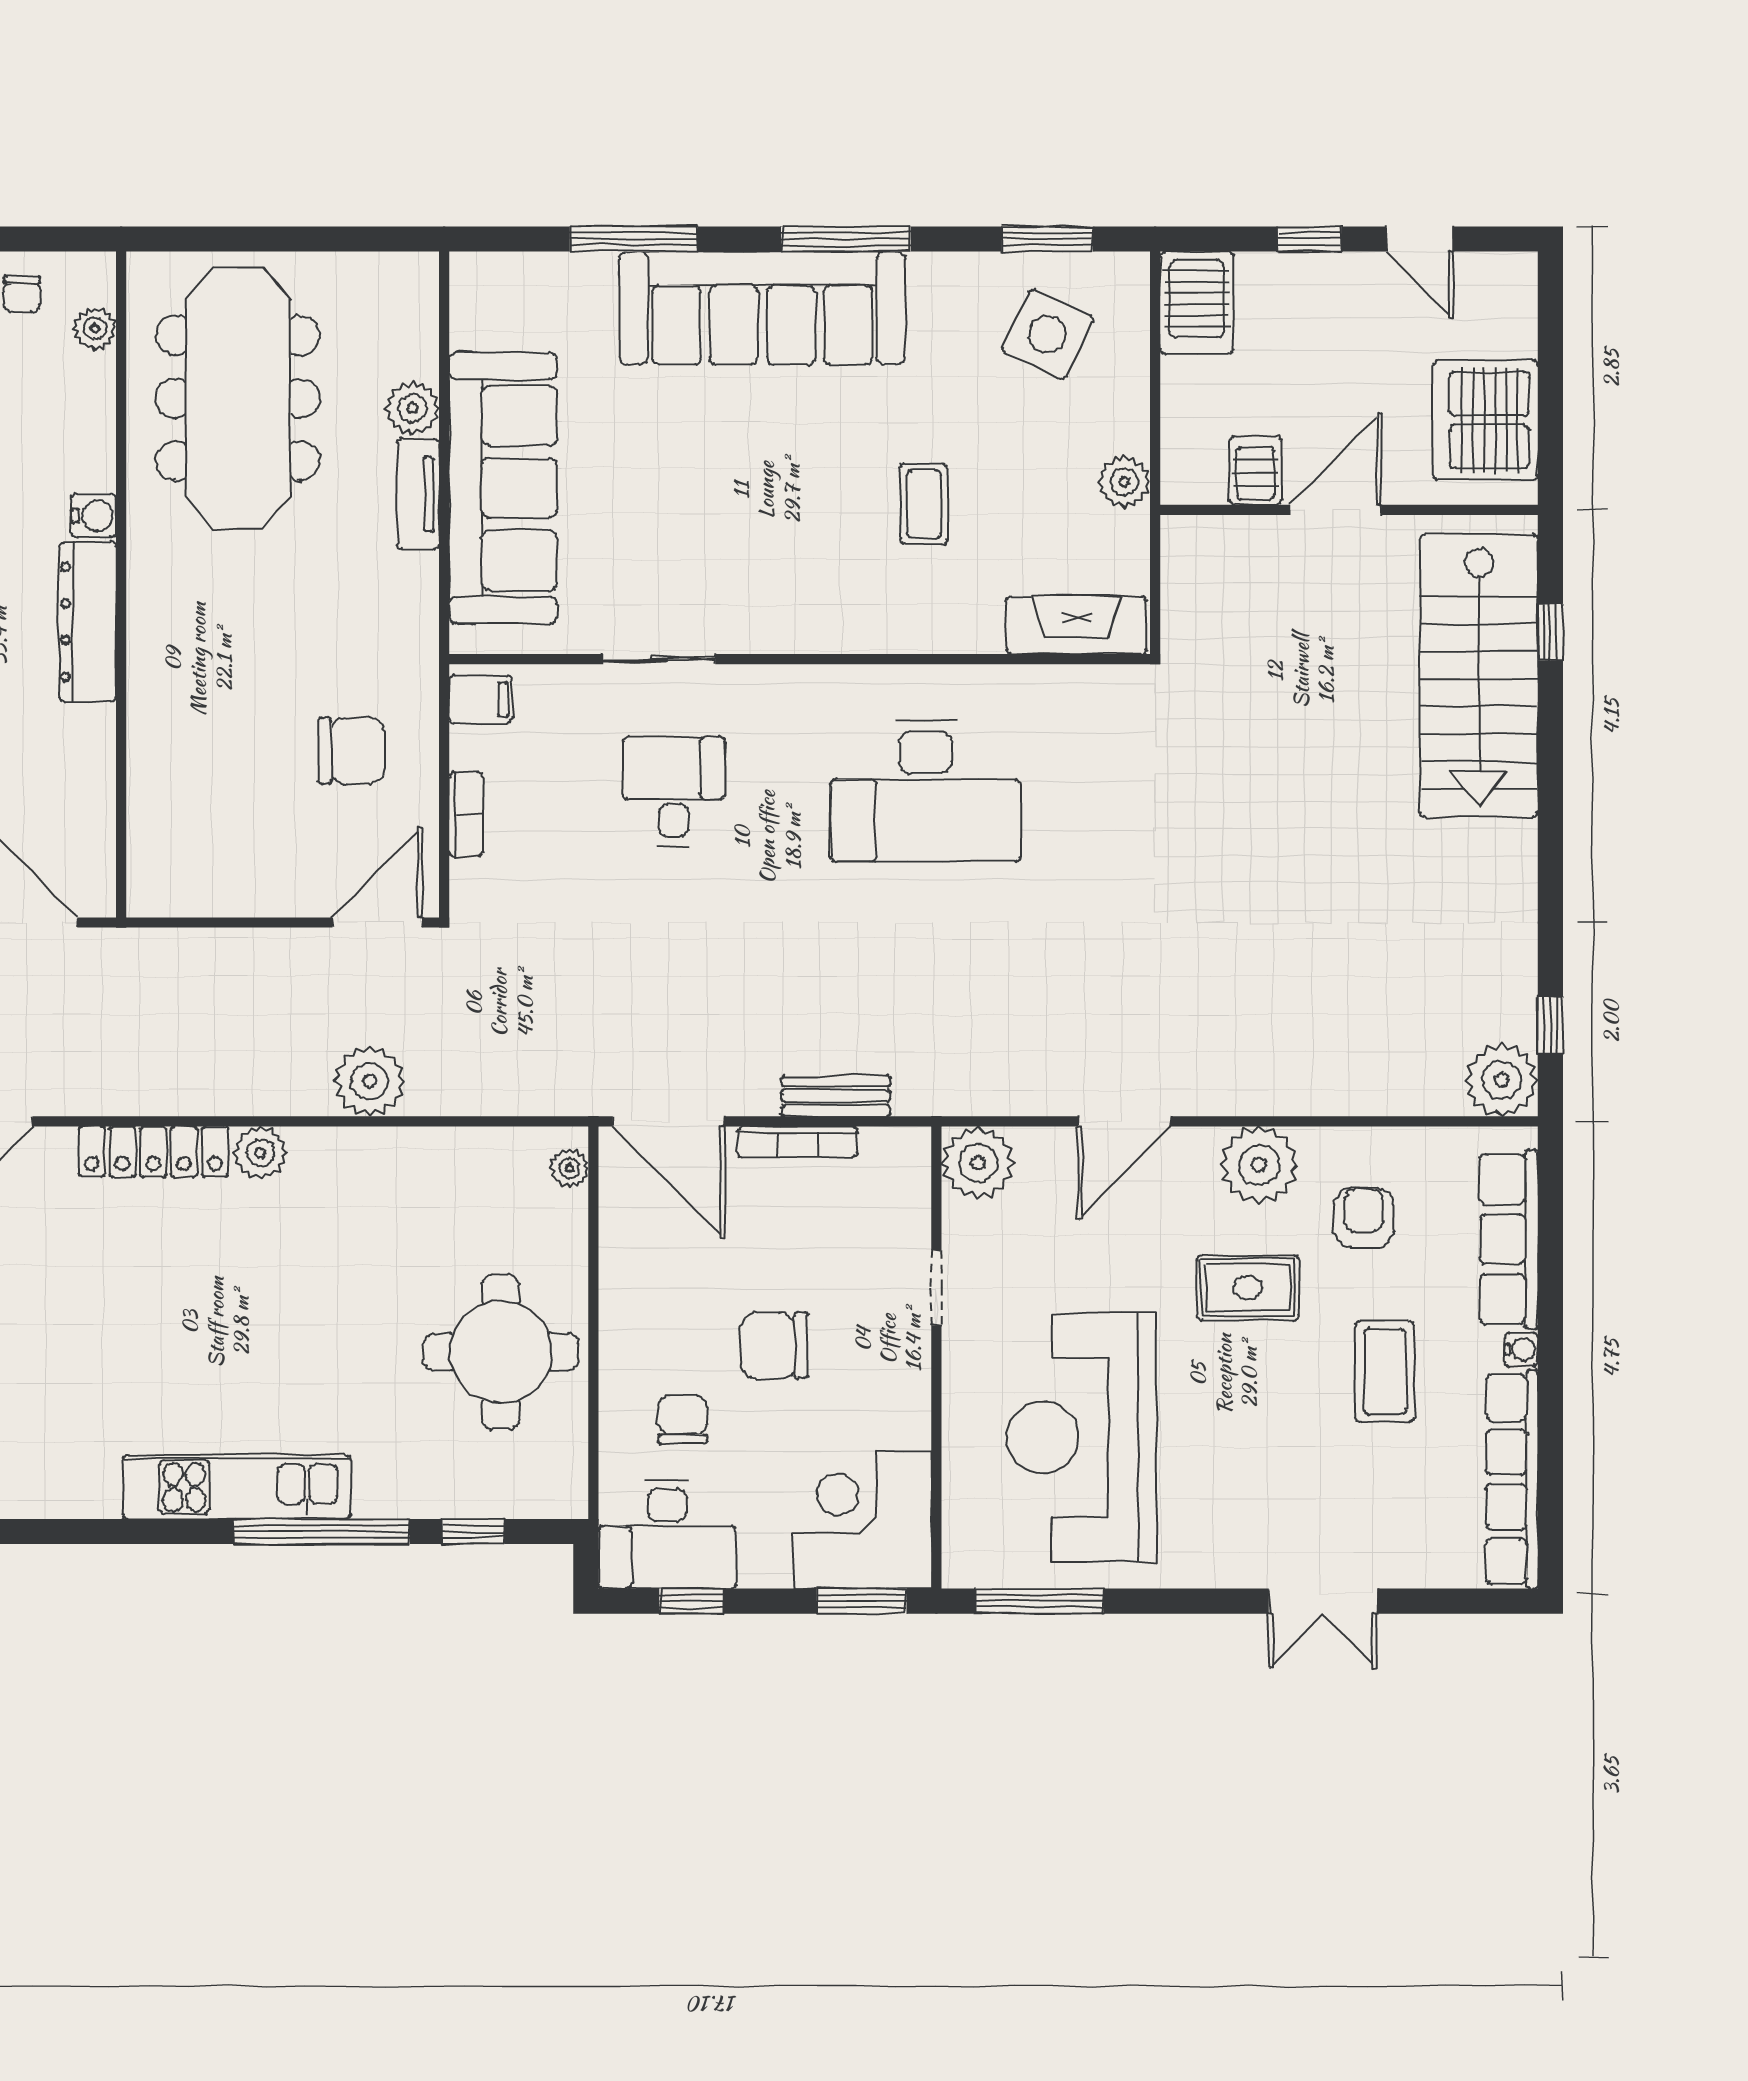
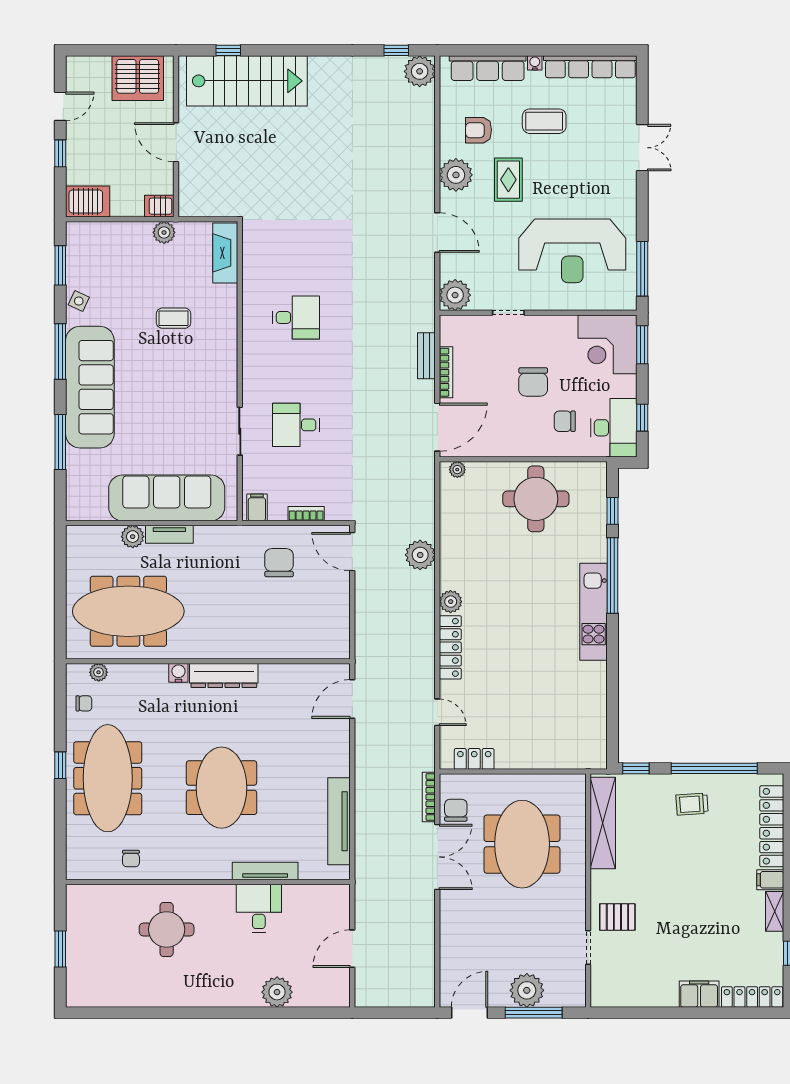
side table: (1047, 334) -> (79, 301), moved, width x0.54, depth x0.54
server rack: (1256, 471) -> (159, 206), moved
desk: (925, 791) -> (296, 317), width x0.53, depth x0.77

